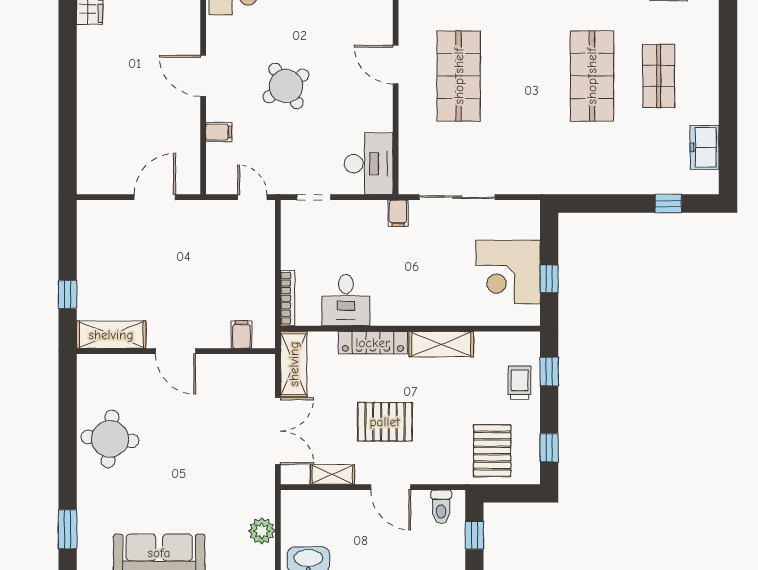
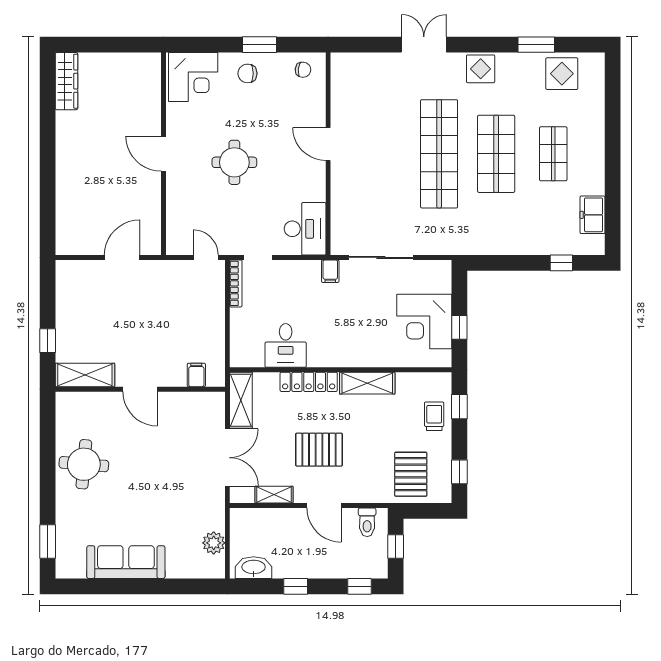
shop shelf: (459, 76) -> (439, 154), moved, width x1.40
round table: (286, 86) -> (234, 162), turned 33
filing cabinet: (219, 132) -> (177, 202), removed
bookcase: (288, 298) -> (236, 283), moved

